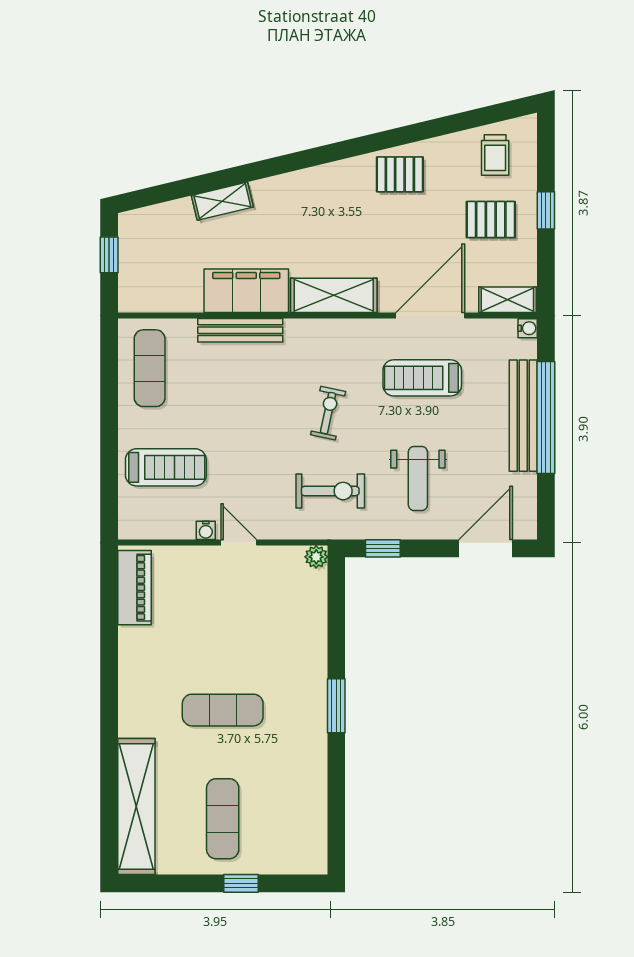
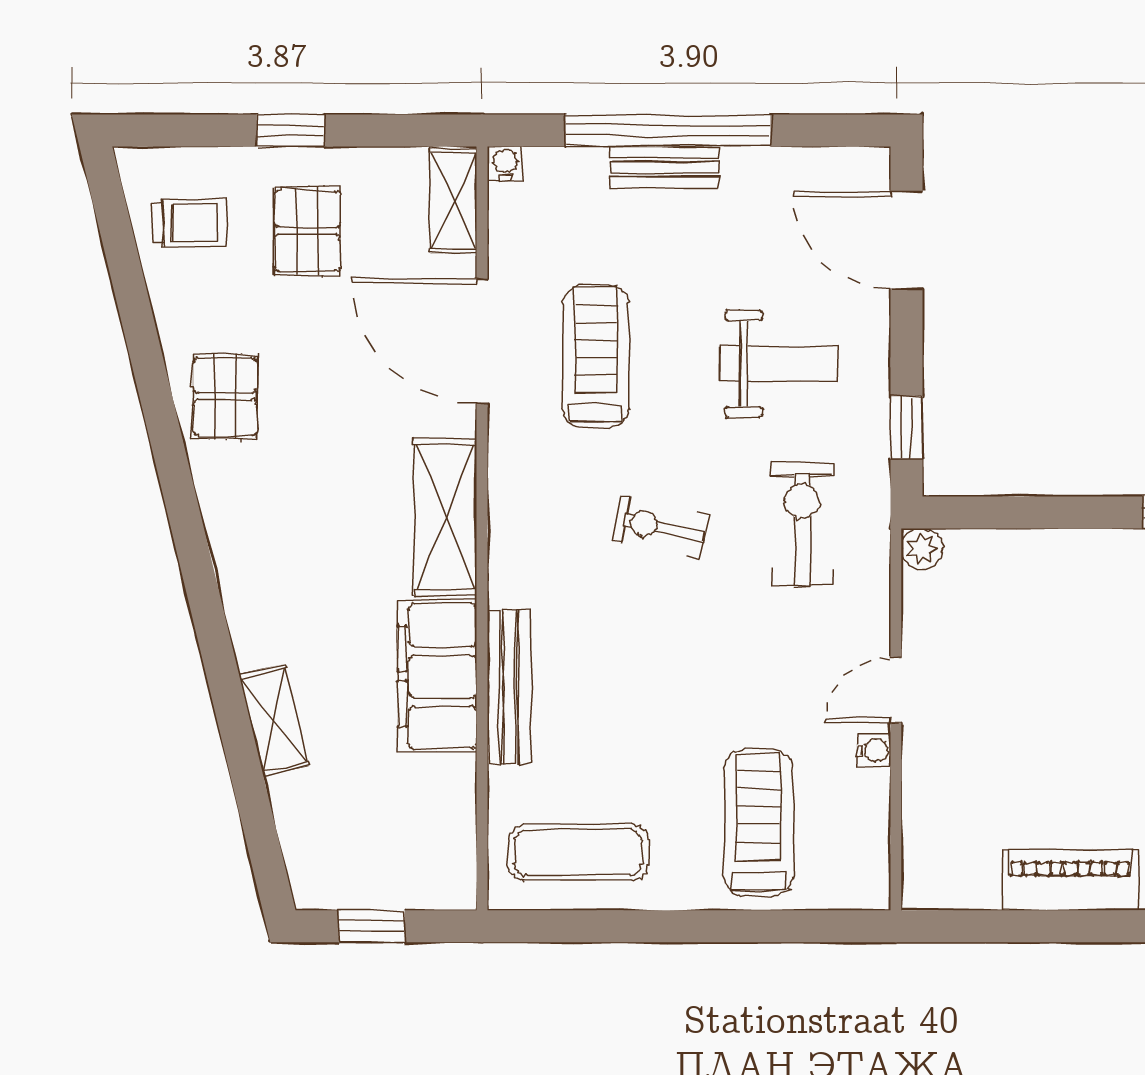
treadmill: (422, 378) -> (596, 356), turned 180
bench: (523, 416) -> (665, 167), width x0.54, depth x0.82
piano: (134, 588) -> (1070, 880), moved

